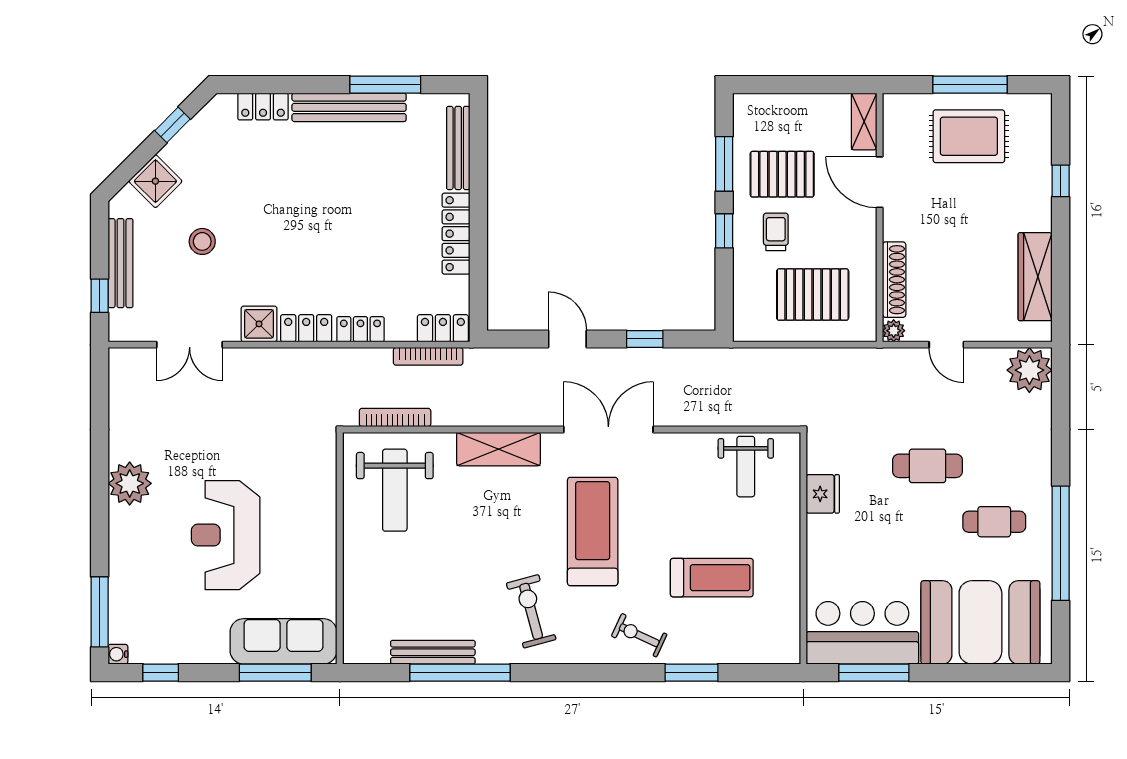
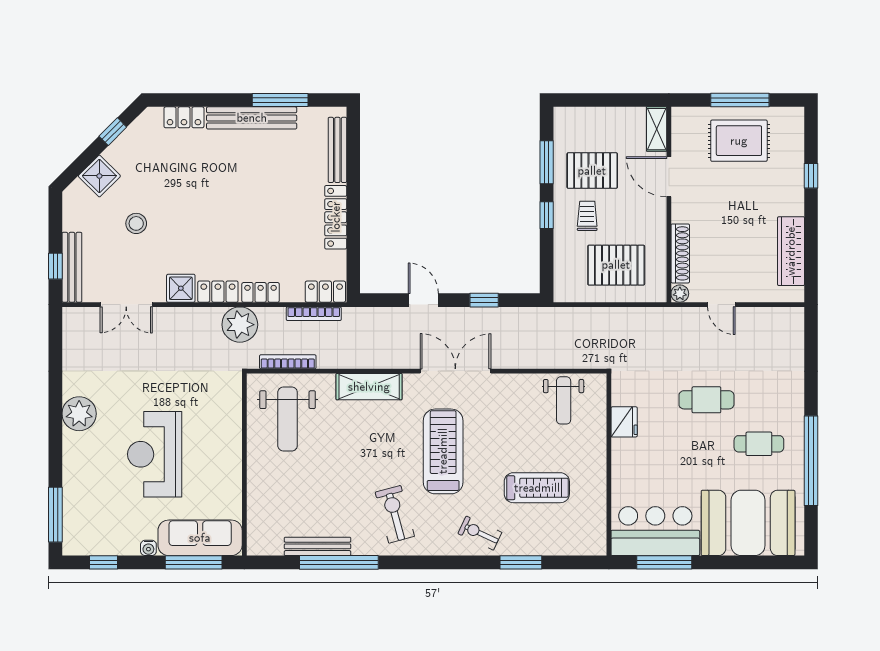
bench: (120, 263) -> (72, 267), moved
plant: (1029, 370) -> (240, 325), moved
water cooler: (118, 654) -> (148, 548), moved, turned -90

